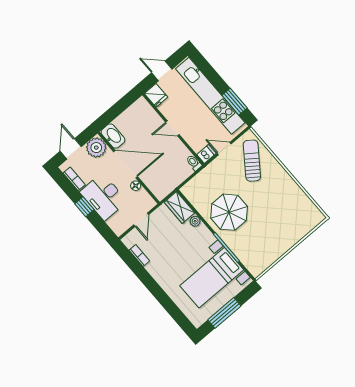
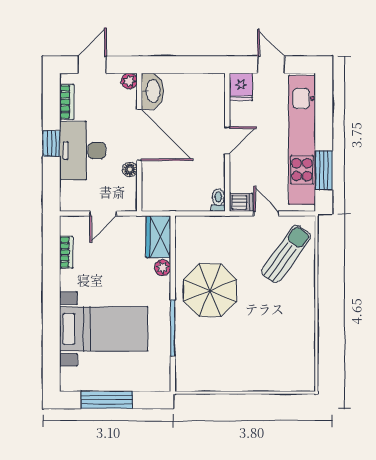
door: (172, 128) -> (227, 140), swing flipped
plant: (96, 148) -> (129, 81), width x0.53, depth x0.53
bed with nightstands: (212, 278) -> (104, 329), moved, turned 180

